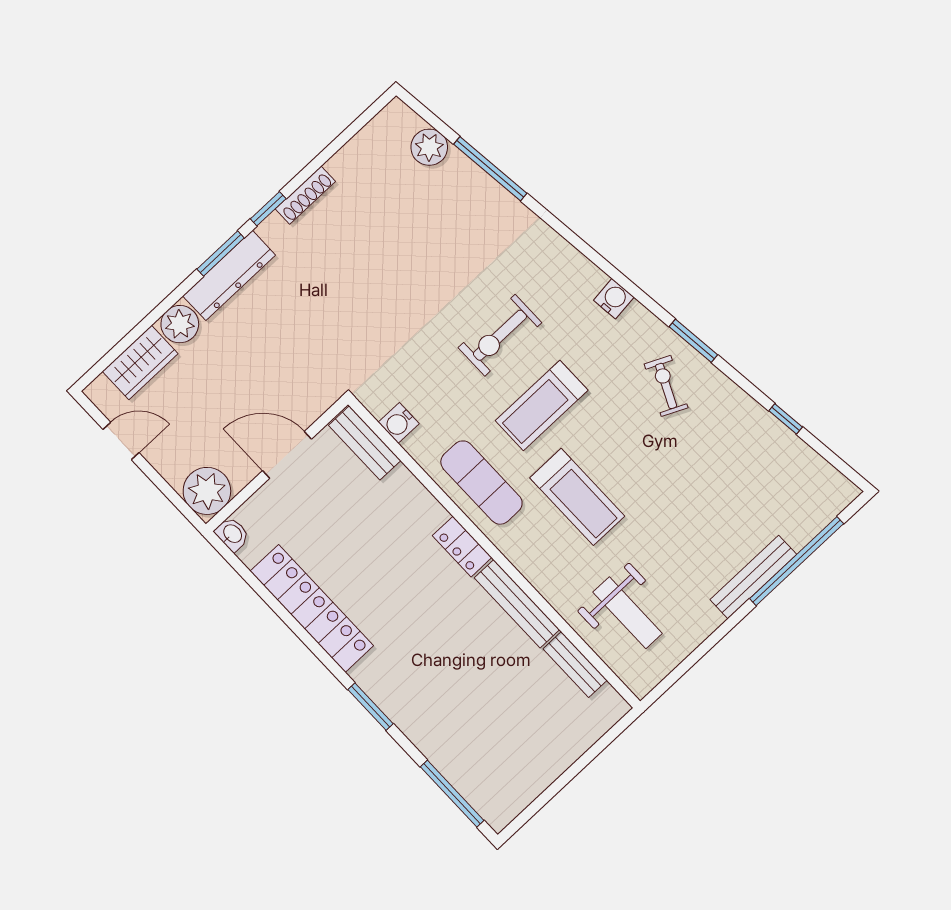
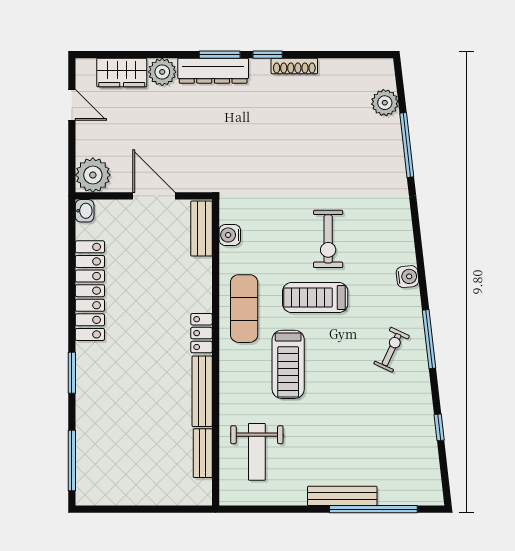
exercise bike: (500, 335) -> (328, 239), turned -90
window: (693, 341) -> (429, 339), width x1.44

